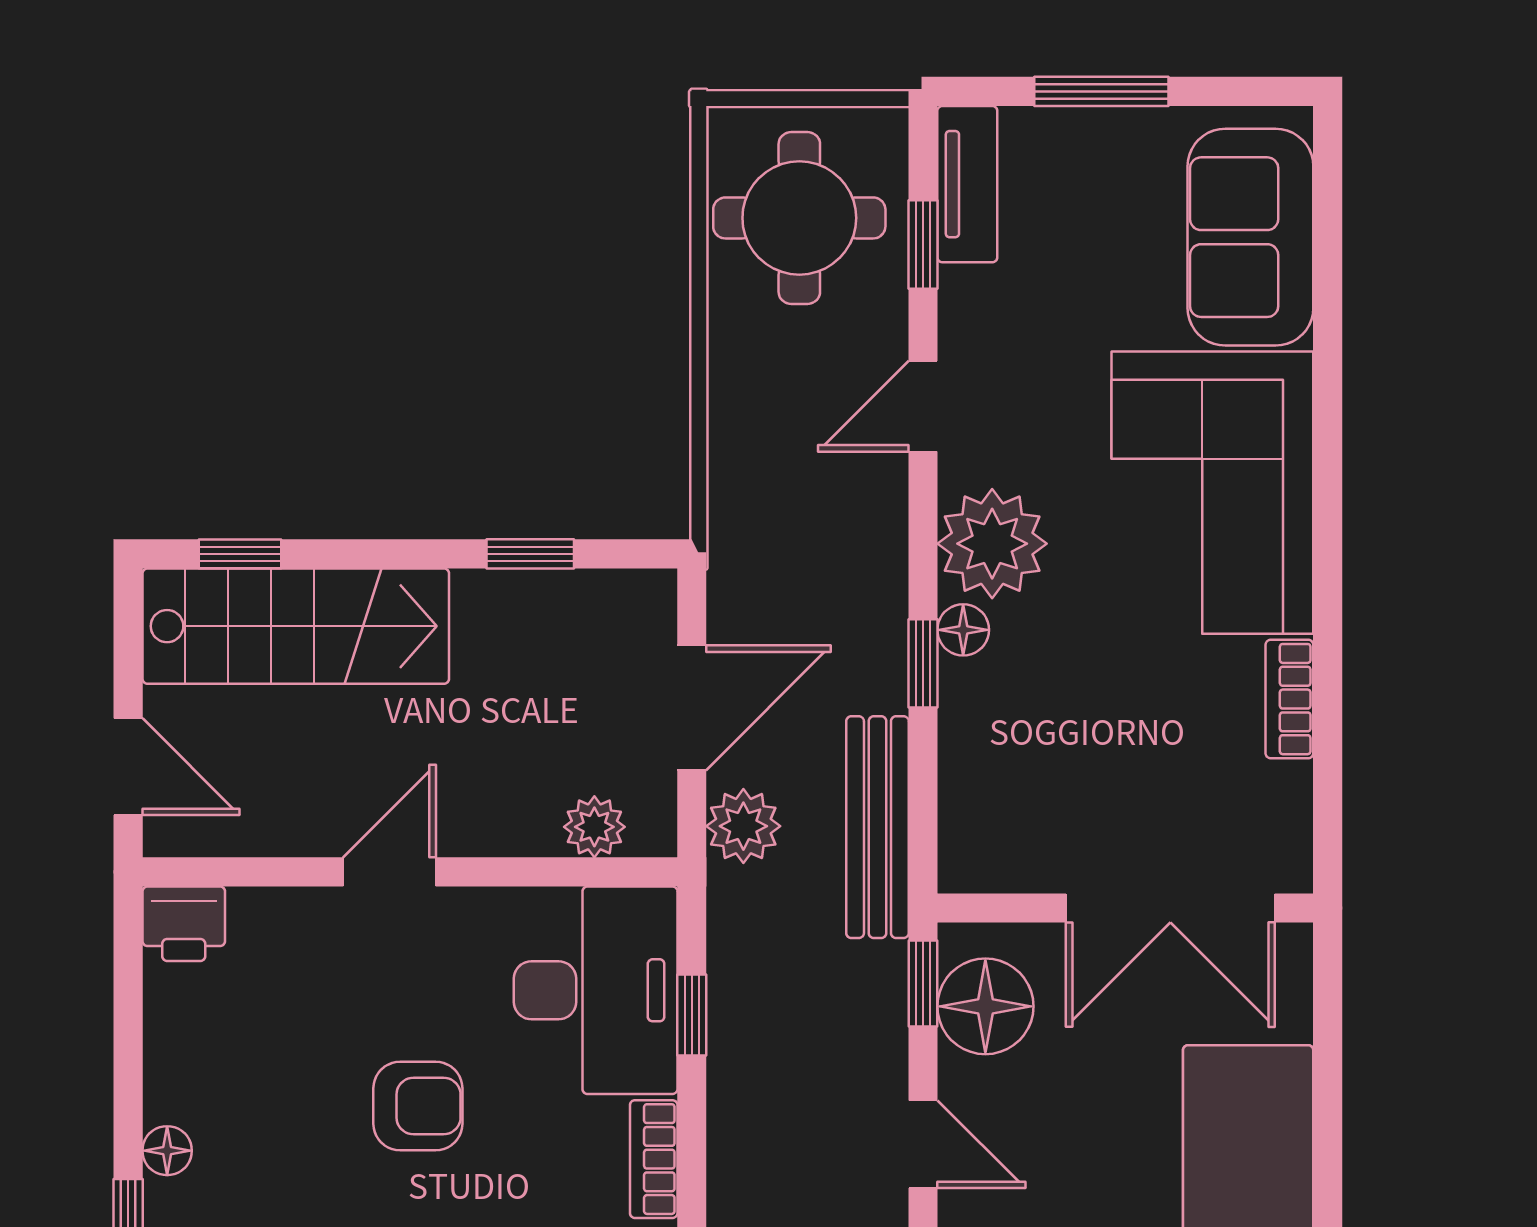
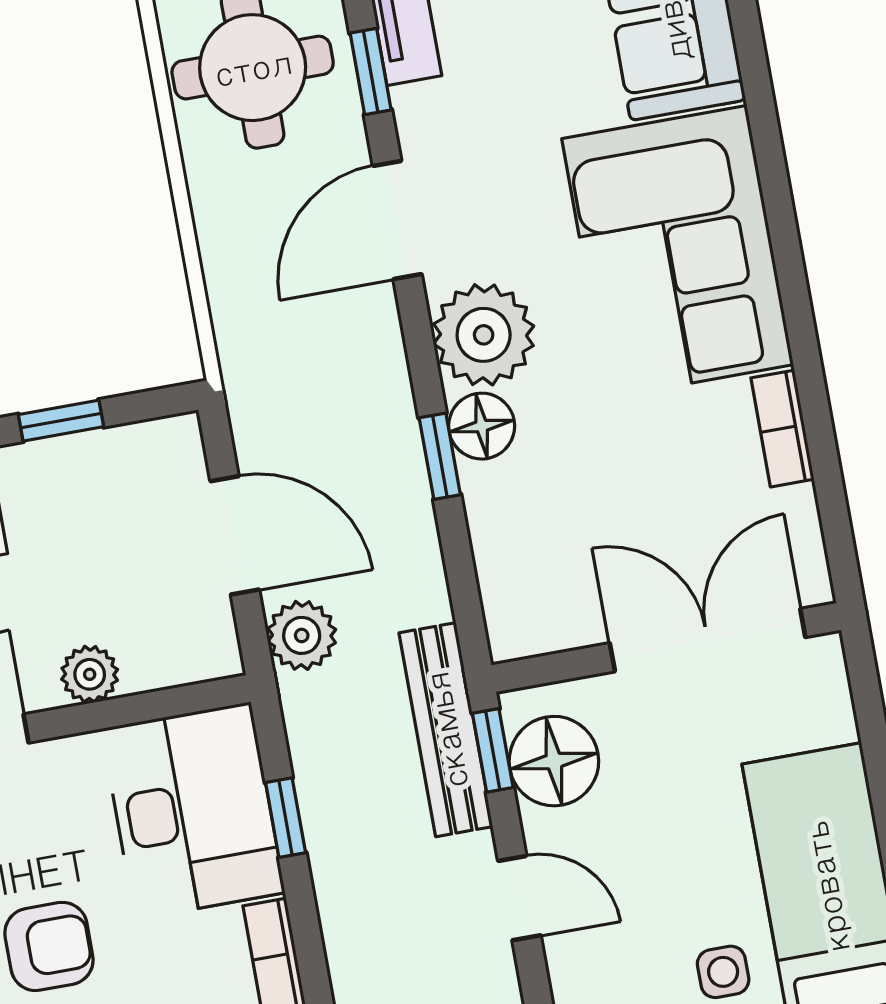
door: (923, 406) -> (397, 220), width x1.38
floor lamp: (963, 630) -> (482, 426), width x1.37, depth x1.37
door: (692, 708) -> (235, 535), hinge flipped
plant: (594, 827) -> (90, 674), moved
bench: (877, 827) -> (446, 730), moved
double door: (1170, 908) -> (708, 640), swing flipped

